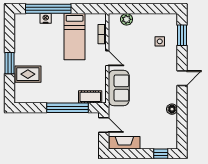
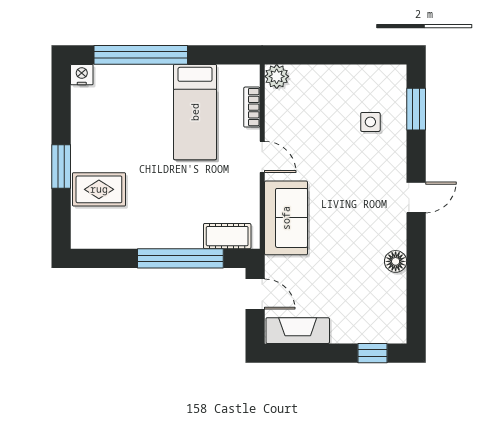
nightstand: (46, 18) -> (82, 75), moved
plant: (127, 19) -> (277, 76), moved

